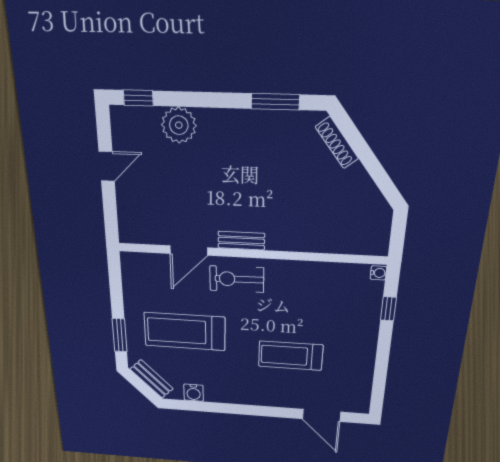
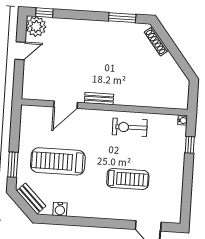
plant: (179, 125) -> (36, 26), moved
exercise bike: (237, 279) -> (130, 127), moved
treadmill: (290, 356) -> (128, 179), turned 180

